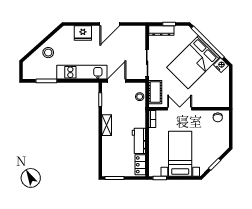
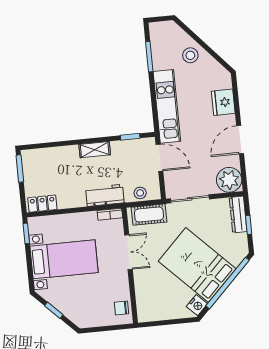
door: (110, 24) -> (240, 140), hinge flipped
plant: (137, 34) -> (229, 180), added
workbench: (139, 141) -> (105, 195), moved

